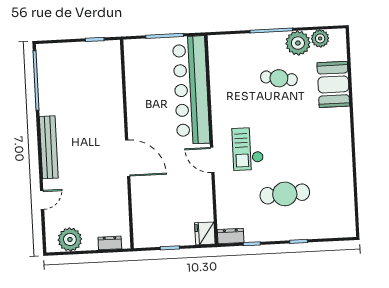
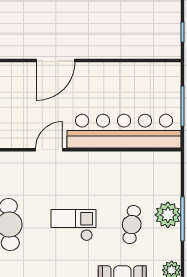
plant: (298, 43) -> (168, 215), moved
checkout: (248, 149) -> (74, 225), moved

